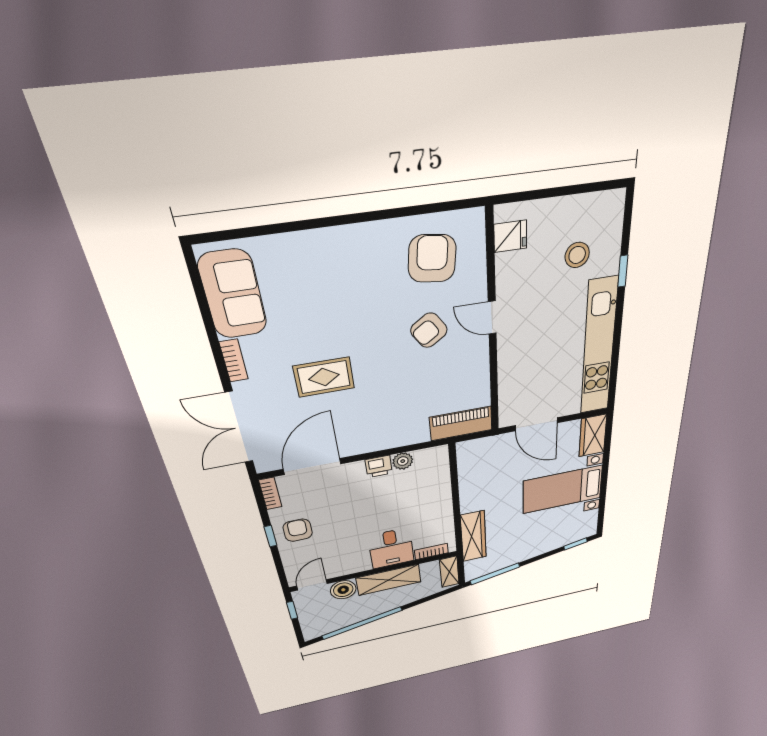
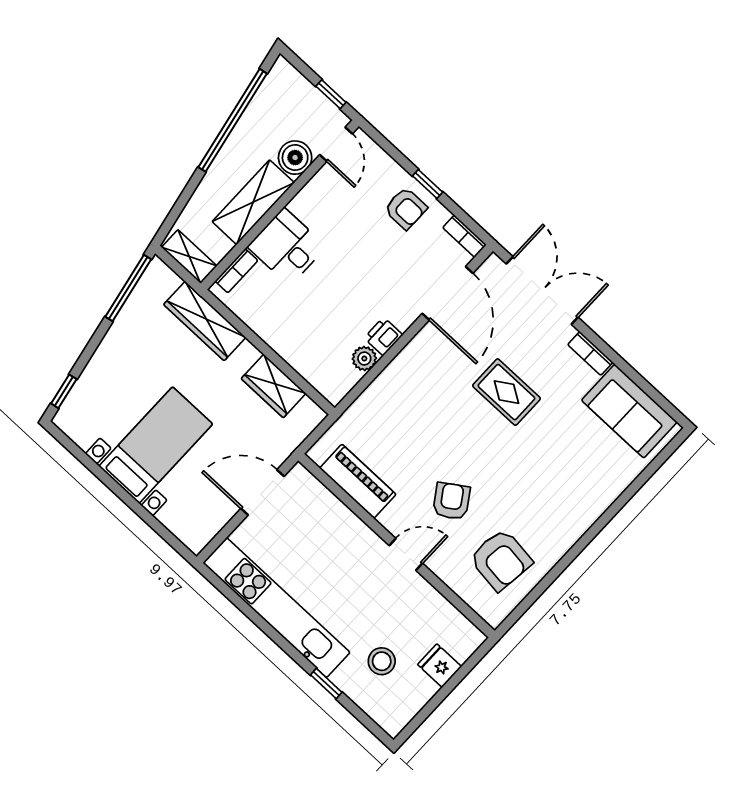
fridge: (510, 236) -> (440, 666), moved, turned 90
rug: (324, 377) -> (506, 392), turned 90
piano: (461, 423) -> (358, 481), moved, turned -90
wardrobe: (593, 436) -> (274, 386), moved, turned 180

